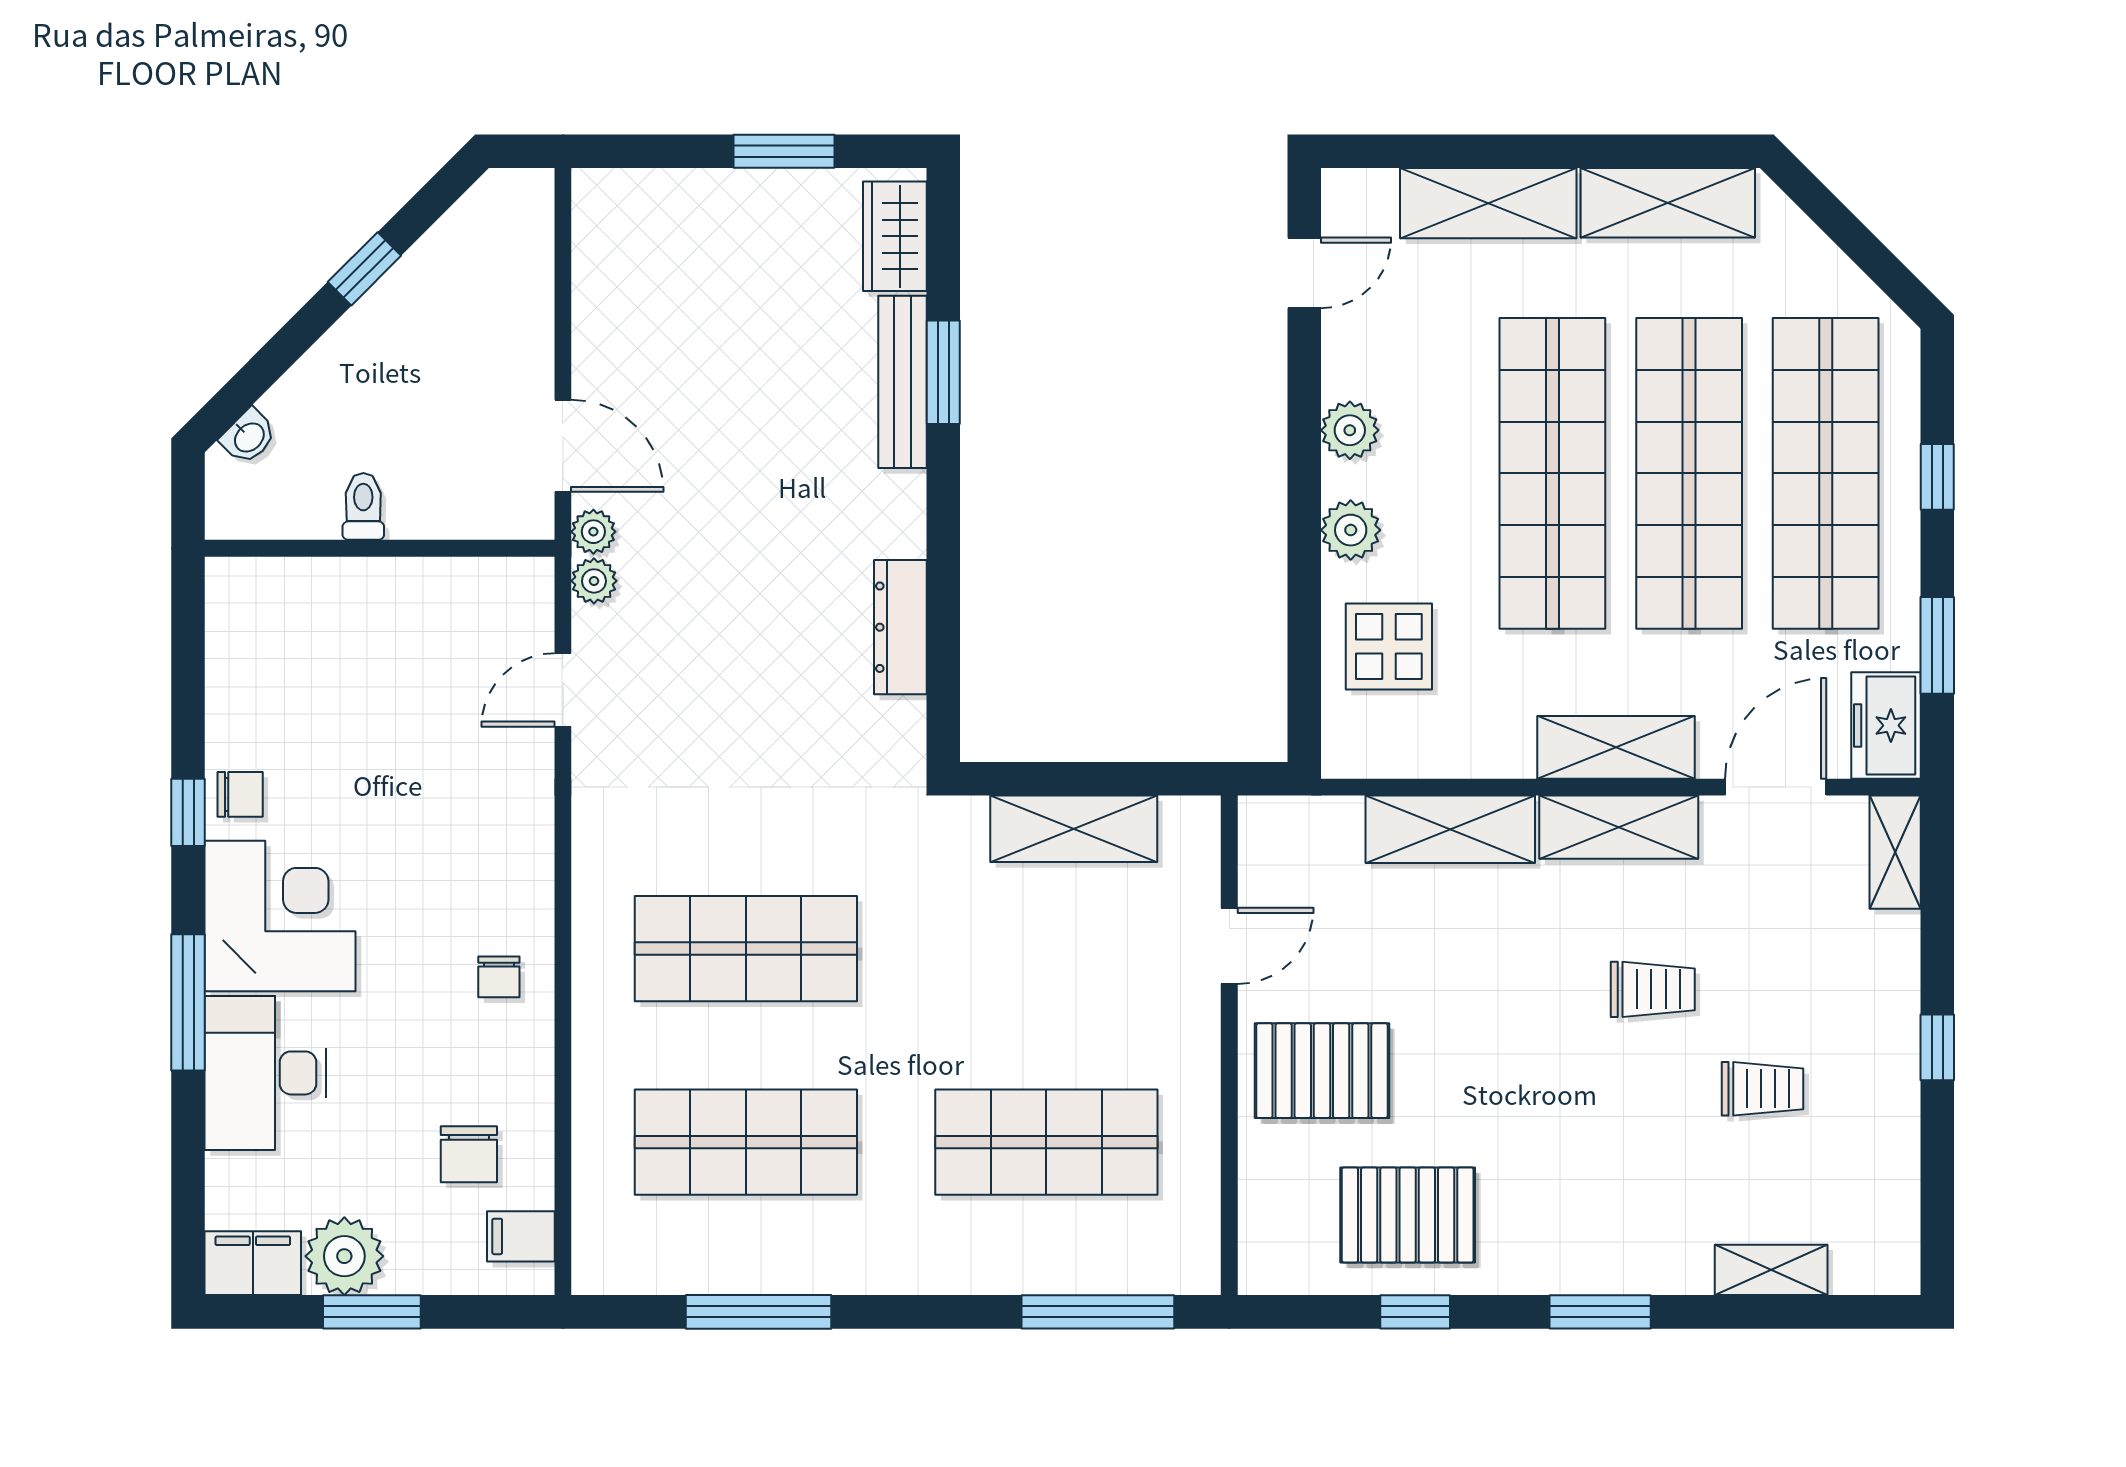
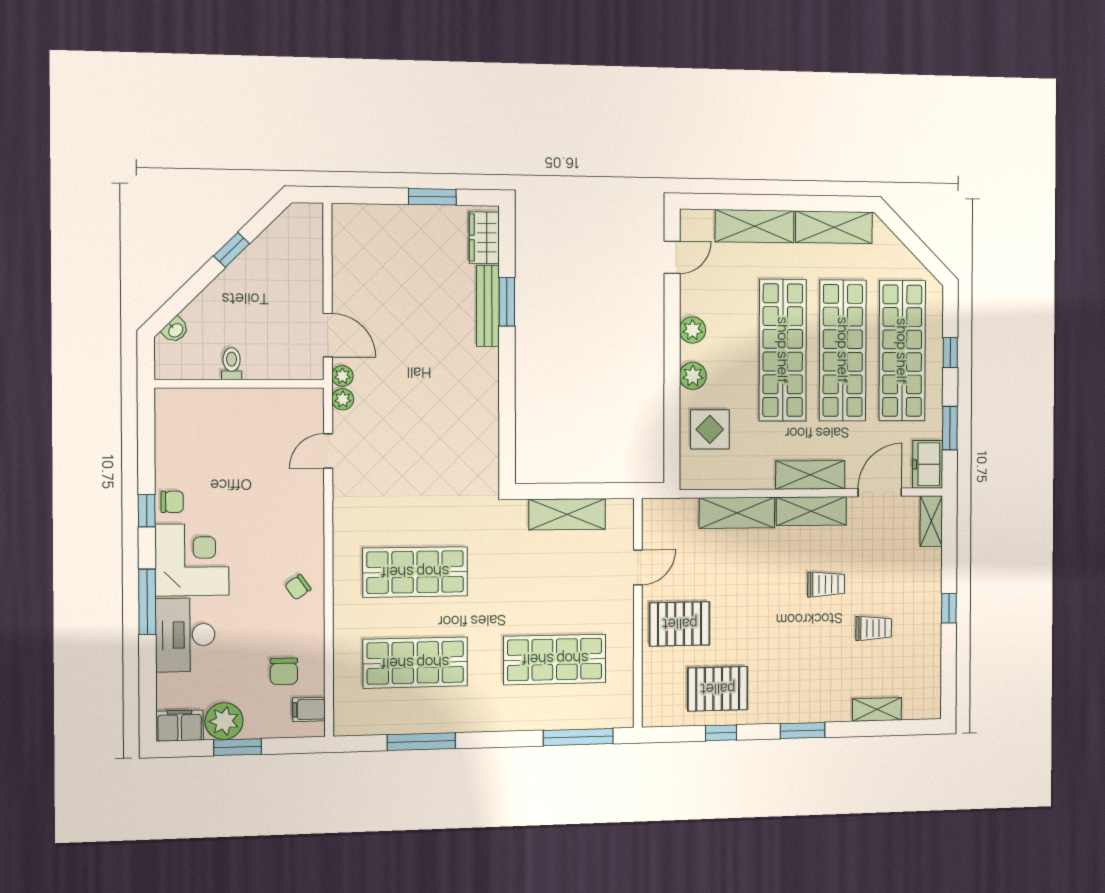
dresser: (900, 627) -> (487, 421), removed
chair: (499, 977) -> (298, 587), turned 55

